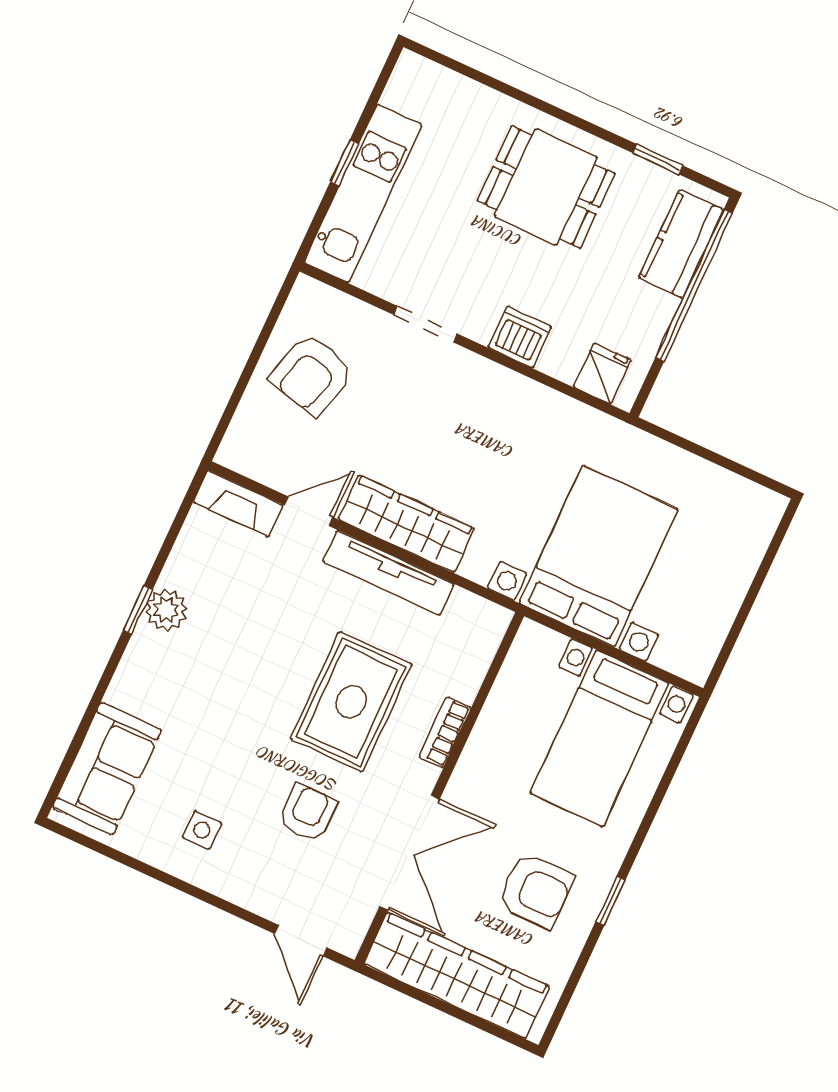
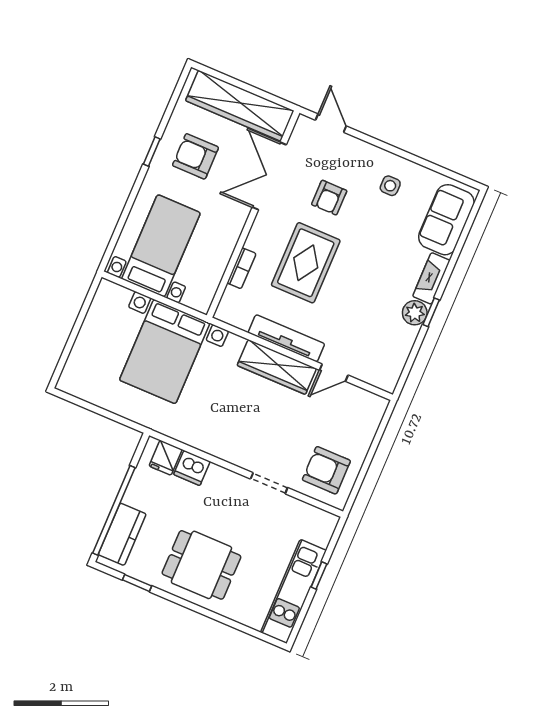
kitchen unit: (363, 193) -> (294, 591), moved
dishwasher: (520, 337) -> (192, 468), moved
armchair: (312, 374) -> (326, 470), moved, turned -105
fireplace: (238, 504) -> (431, 278), moved, turned -90
bookcase: (445, 732) -> (241, 268), moved

